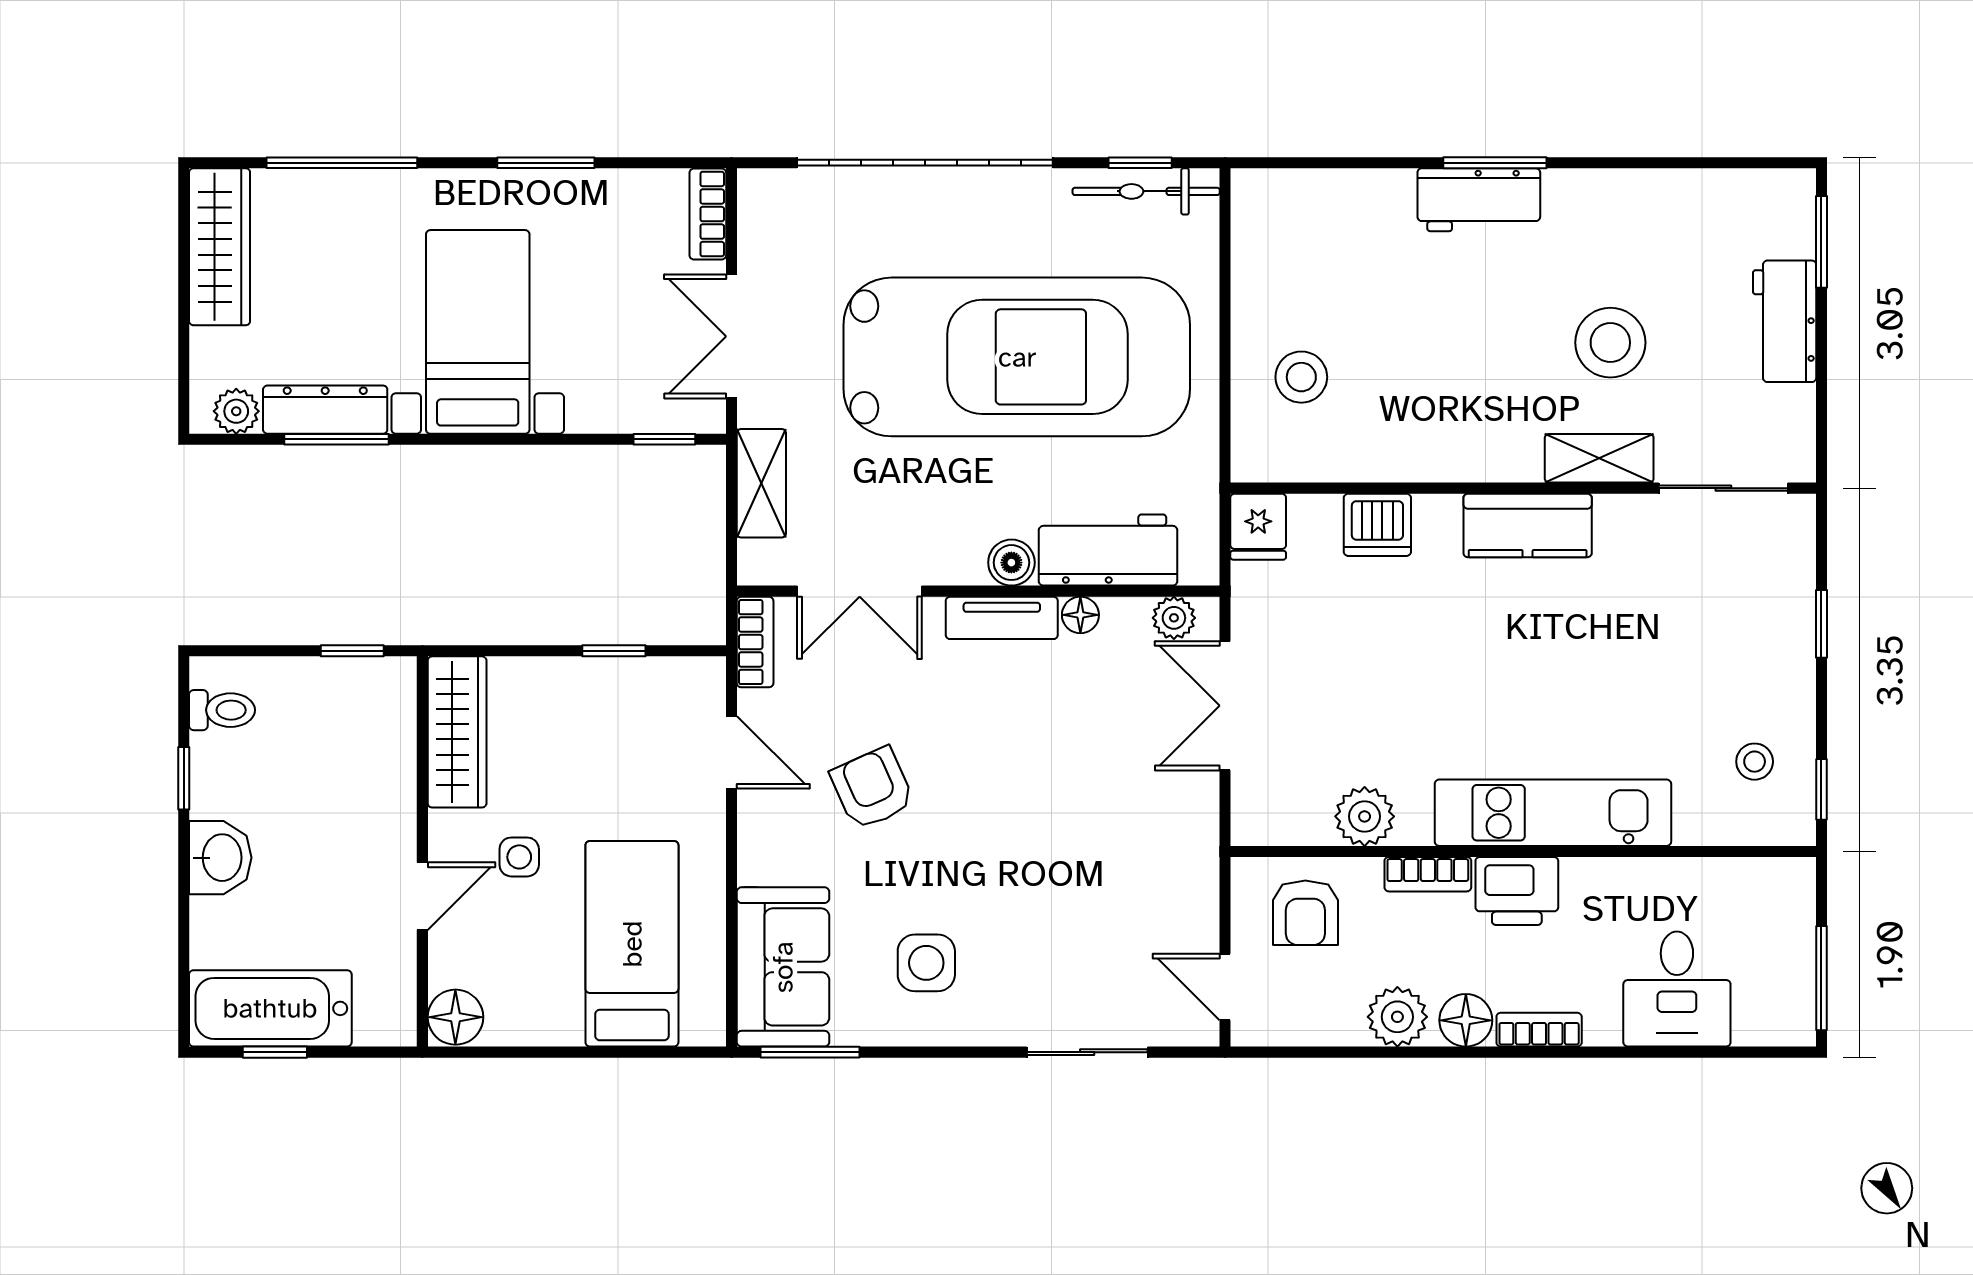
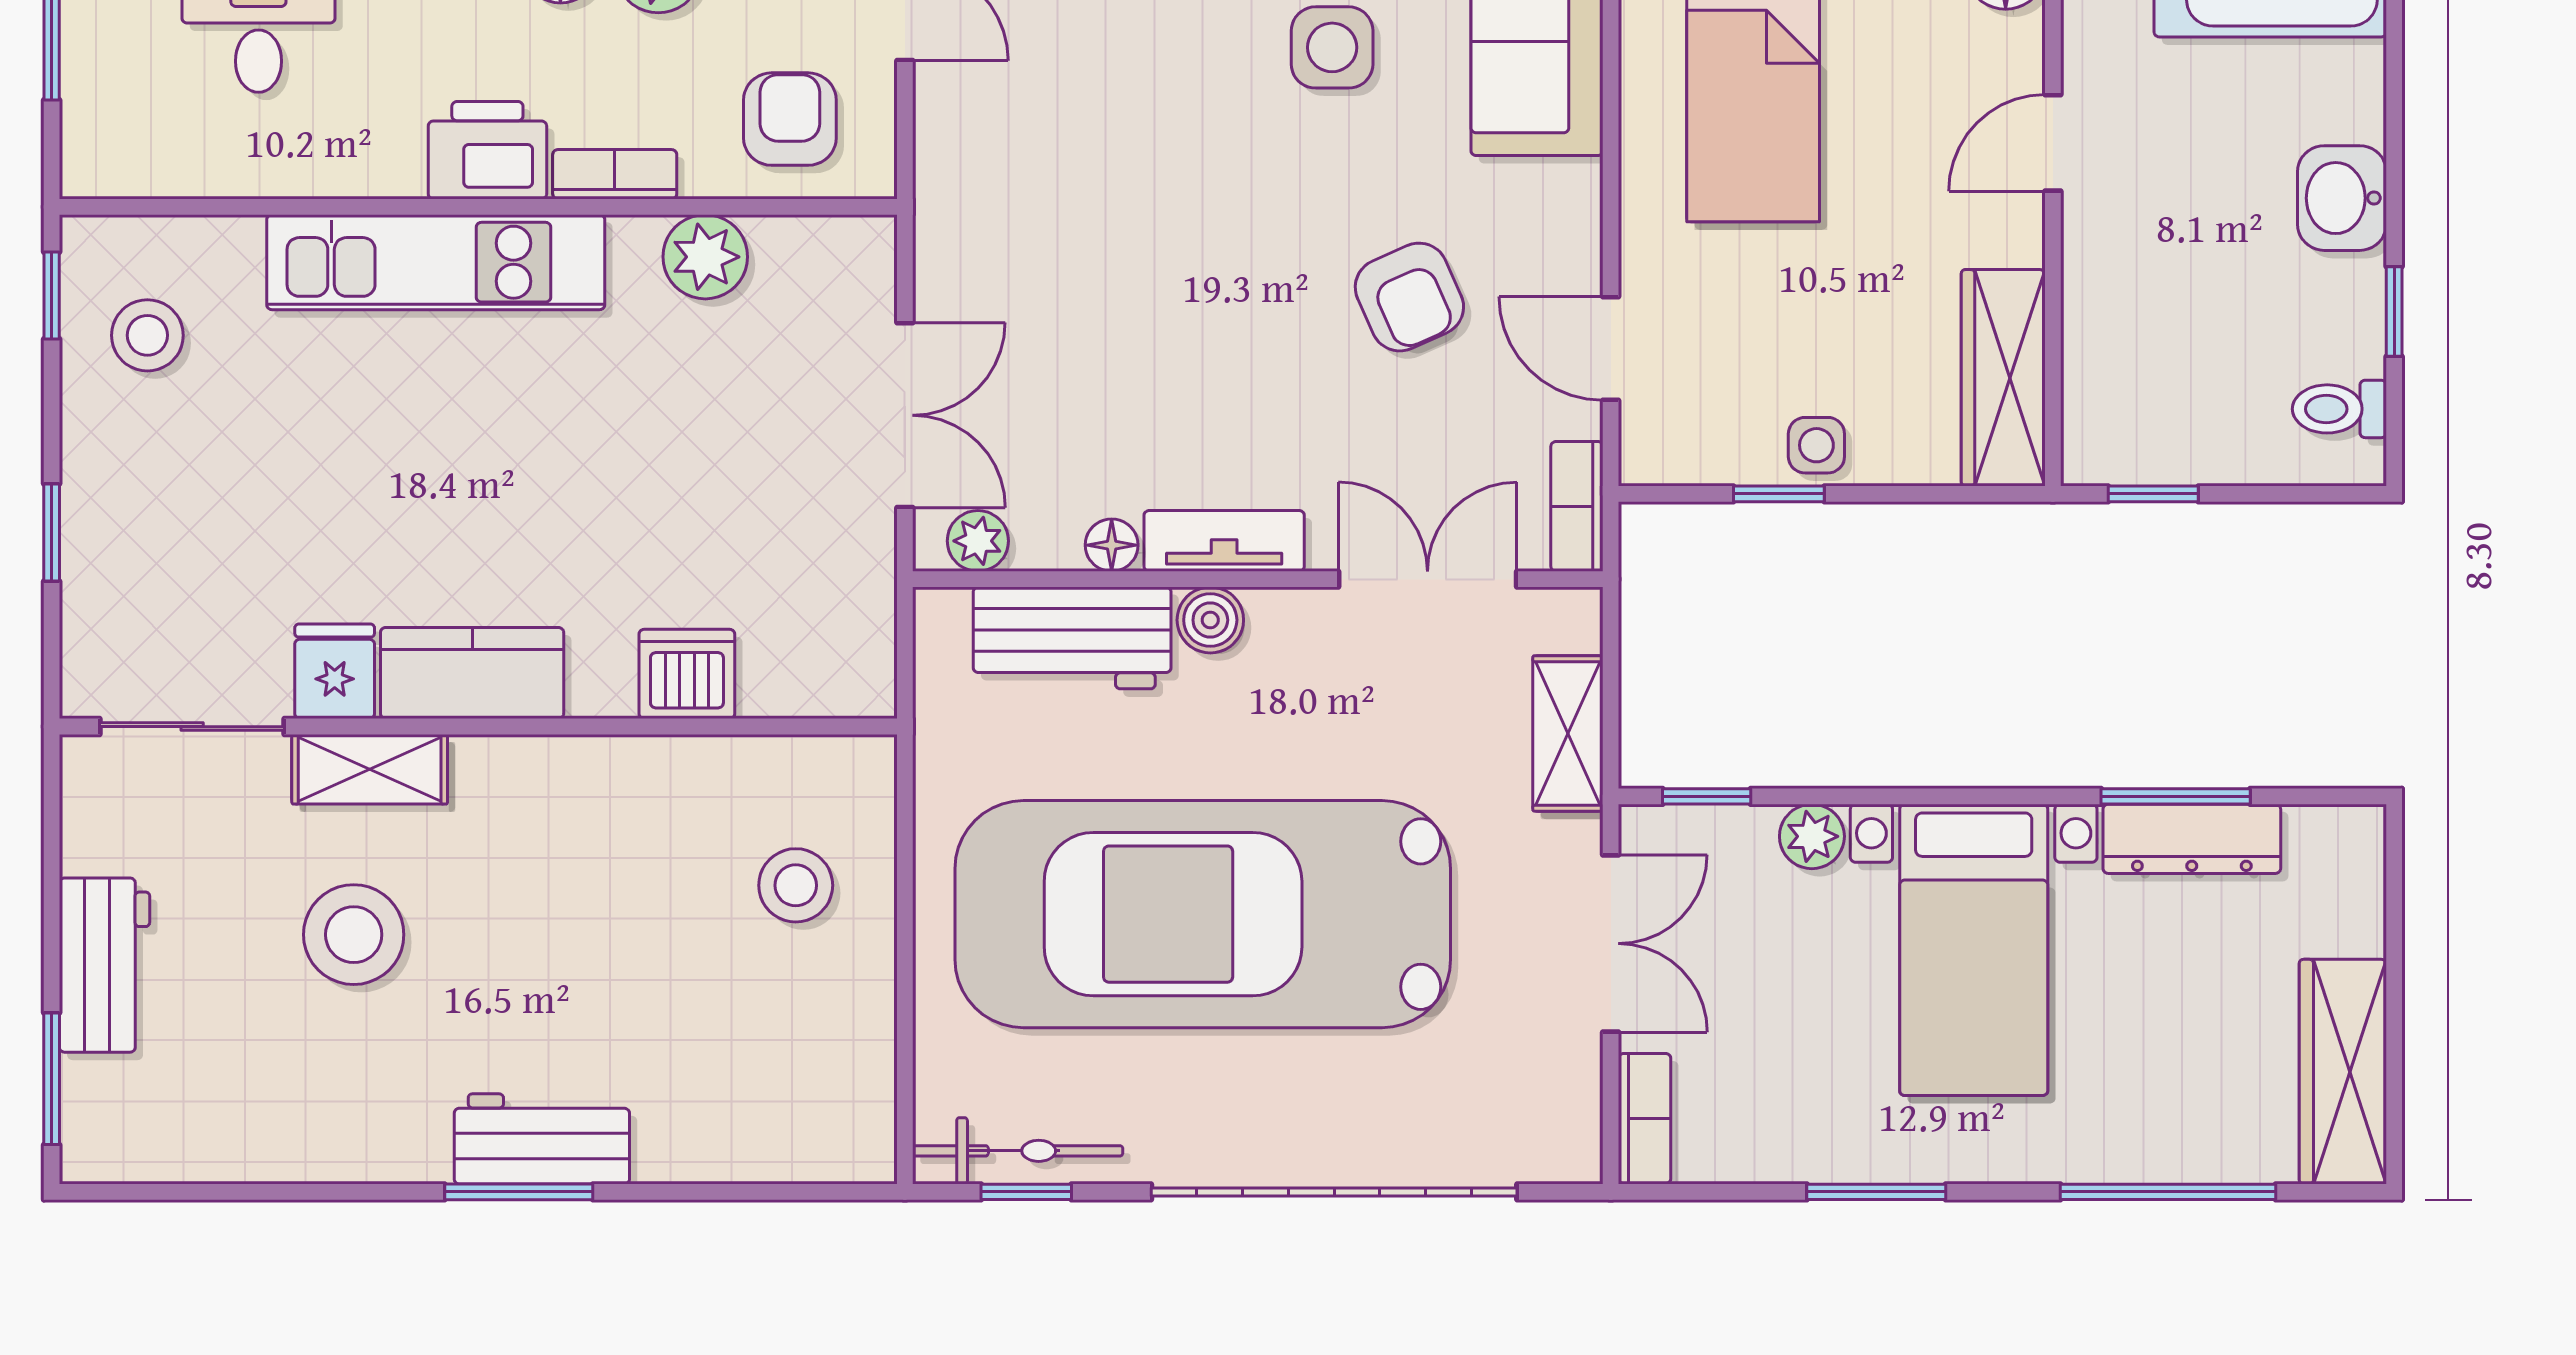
plant: (236, 411) -> (1812, 836), moved
fridge: (1258, 527) -> (335, 671), moved
stool: (1755, 762) -> (147, 335), width x1.37, depth x1.37
side table: (519, 857) -> (1816, 445), moved

